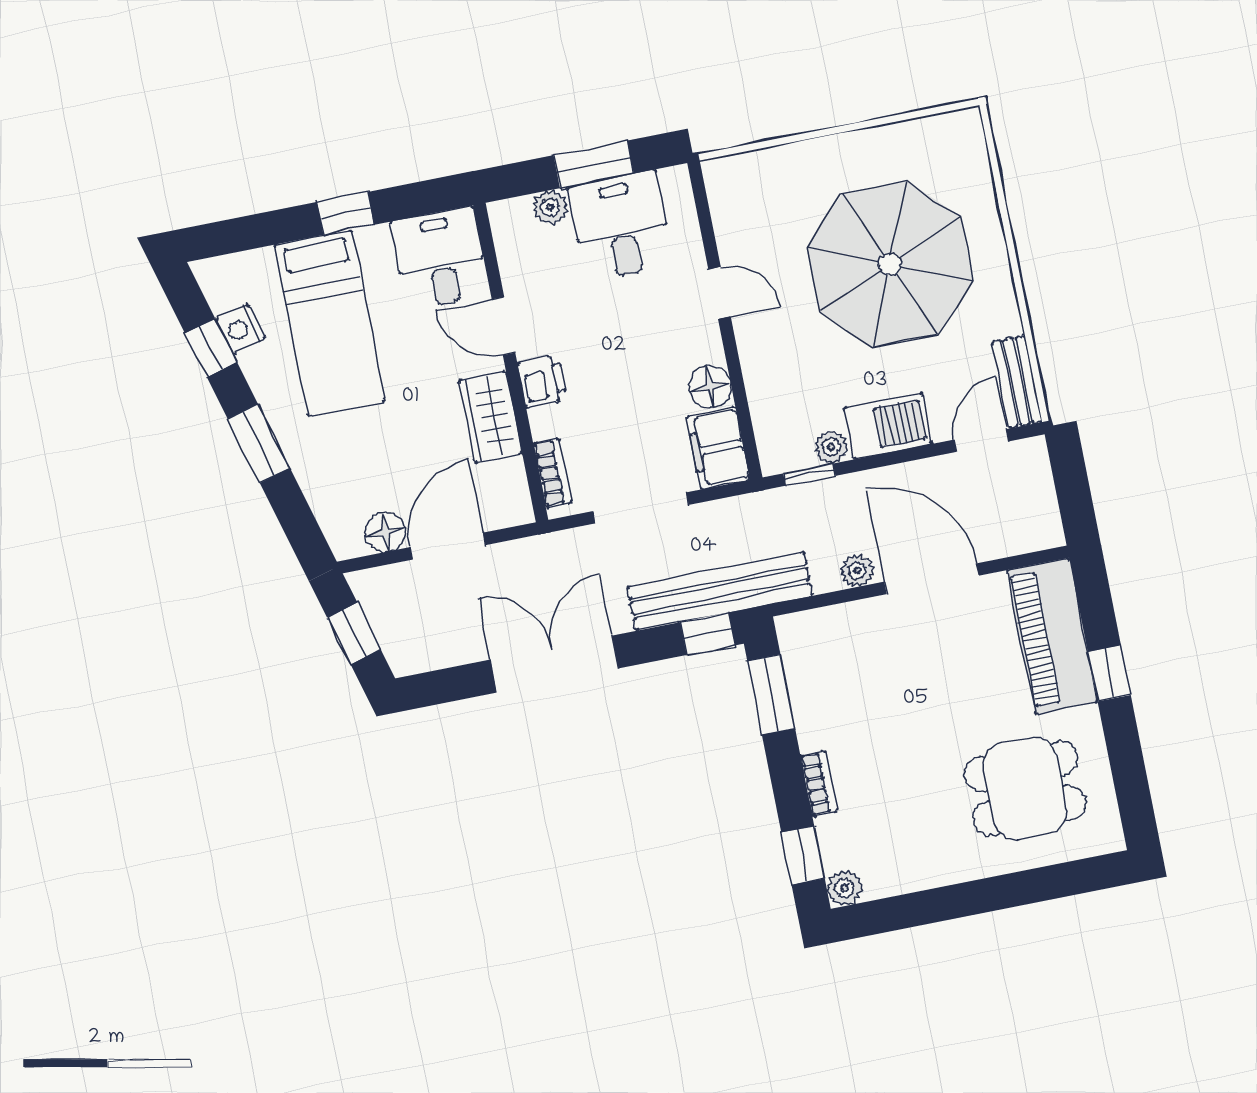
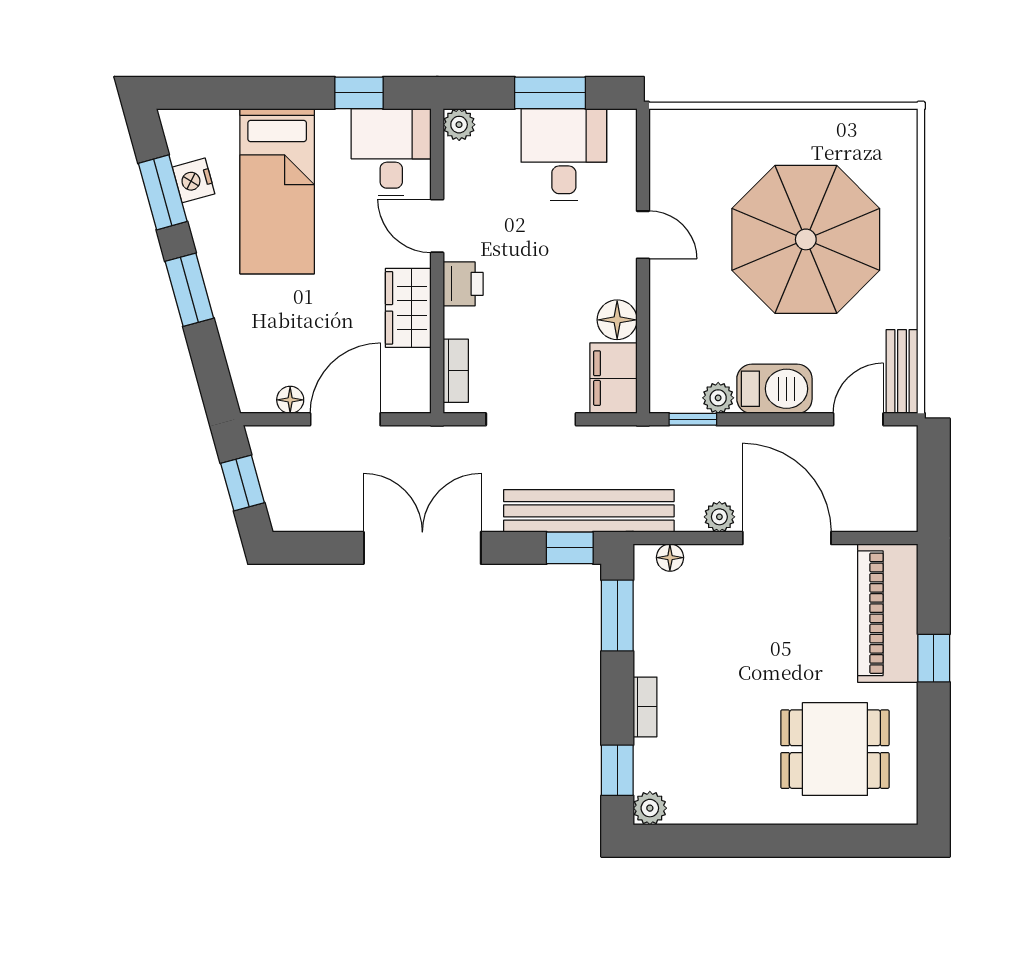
plant: (550, 207) -> (459, 125), moved
window: (345, 213) -> (359, 93), moved
window: (211, 348) -> (163, 192), width x1.50
floor lamp: (385, 532) -> (290, 400), width x0.73, depth x0.73
floor lamp: (814, 623) -> (670, 558), added

